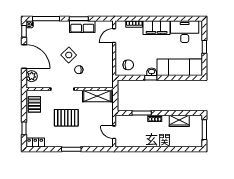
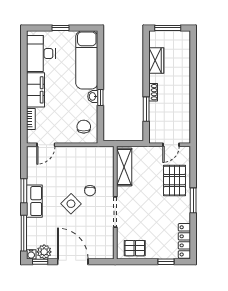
row of seats: (82, 27) -> (34, 201), moved
door: (114, 36) -> (46, 145), hinge flipped
door: (24, 56) -> (73, 262), hinge flipped
plant: (32, 76) -> (44, 252), moved
pallet: (66, 118) -> (175, 181), moved
locker: (35, 143) -> (184, 241), width x1.53

